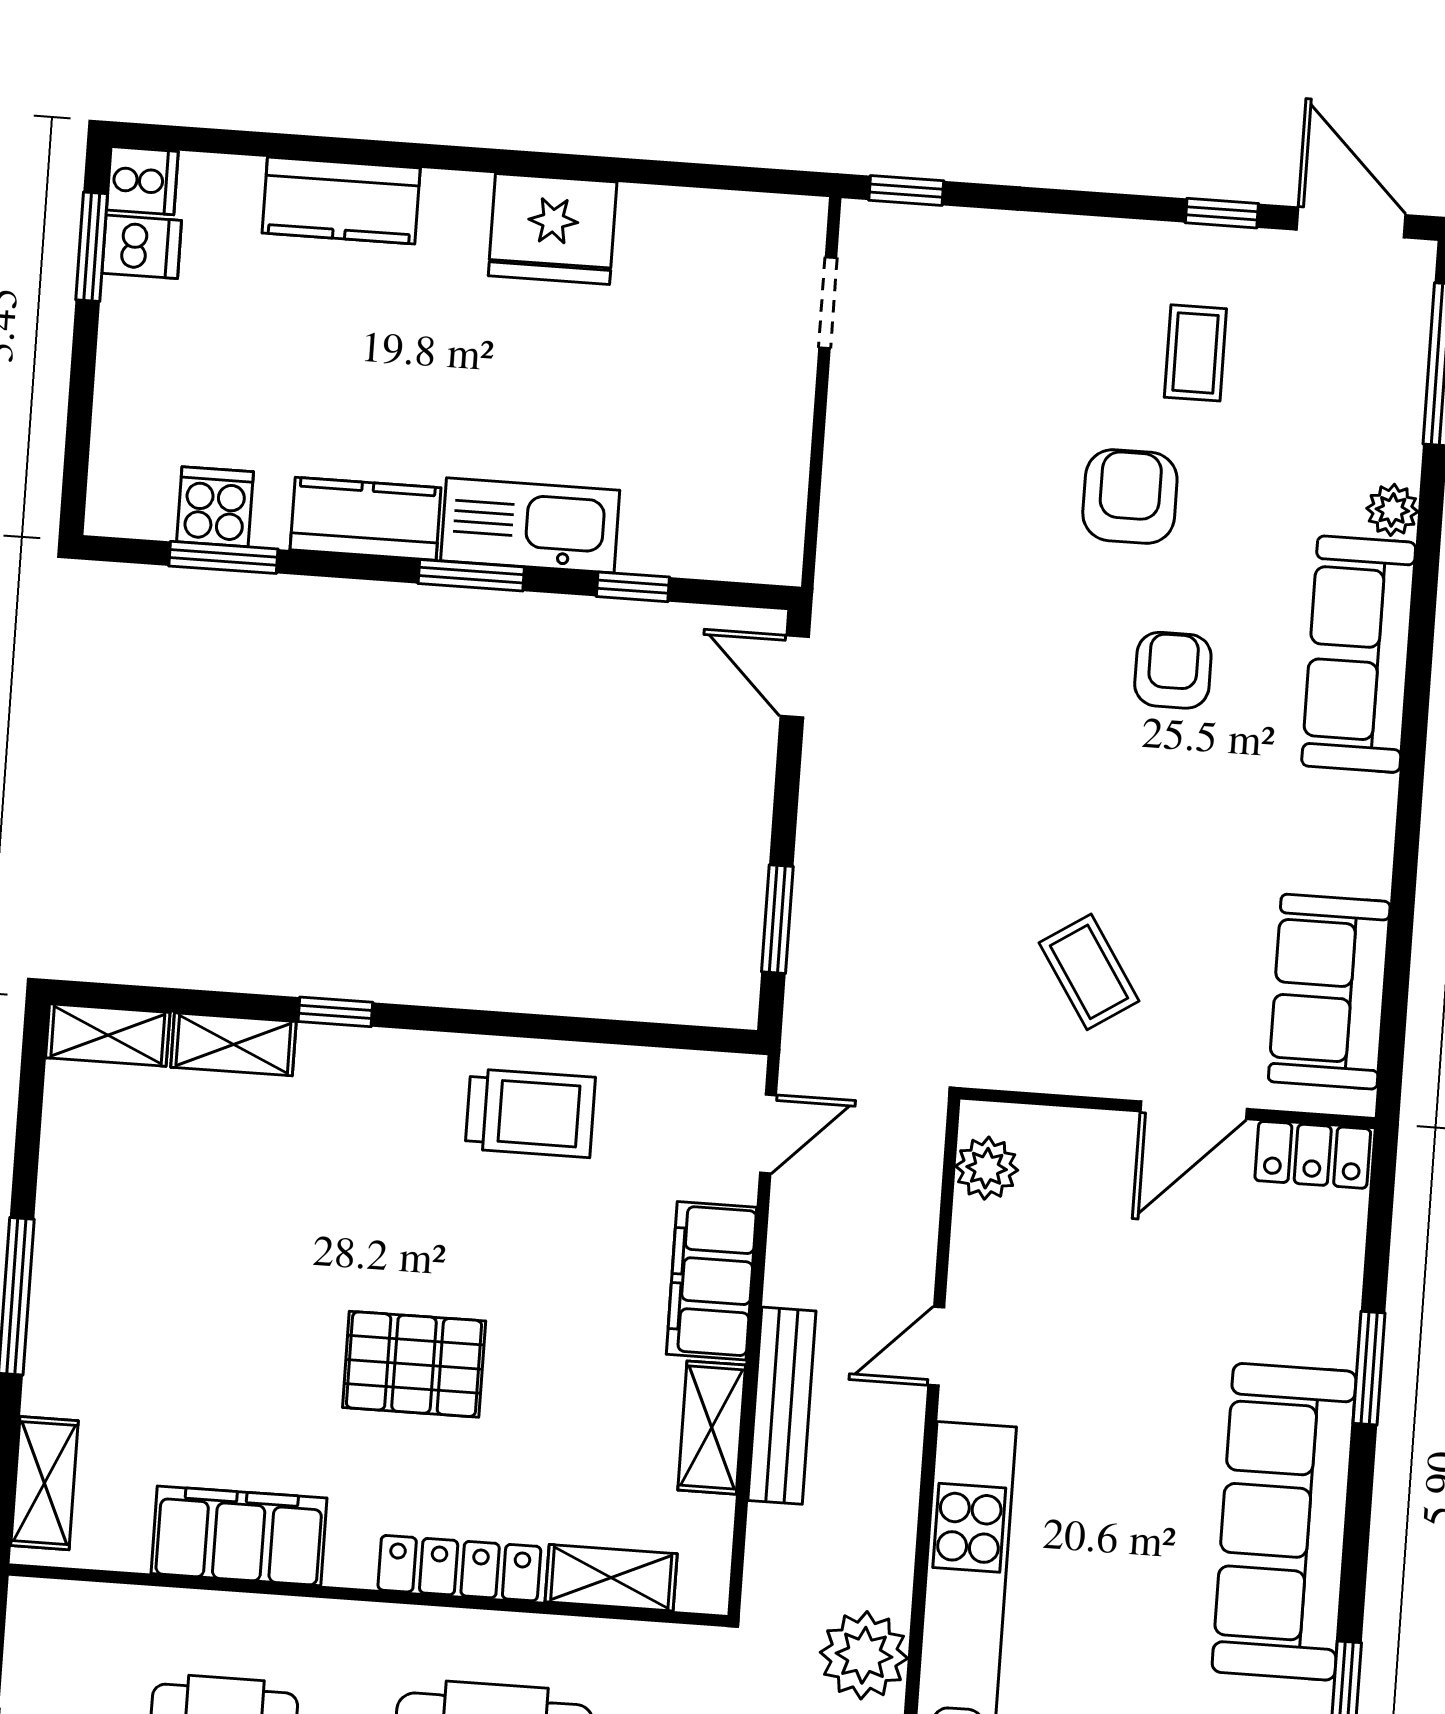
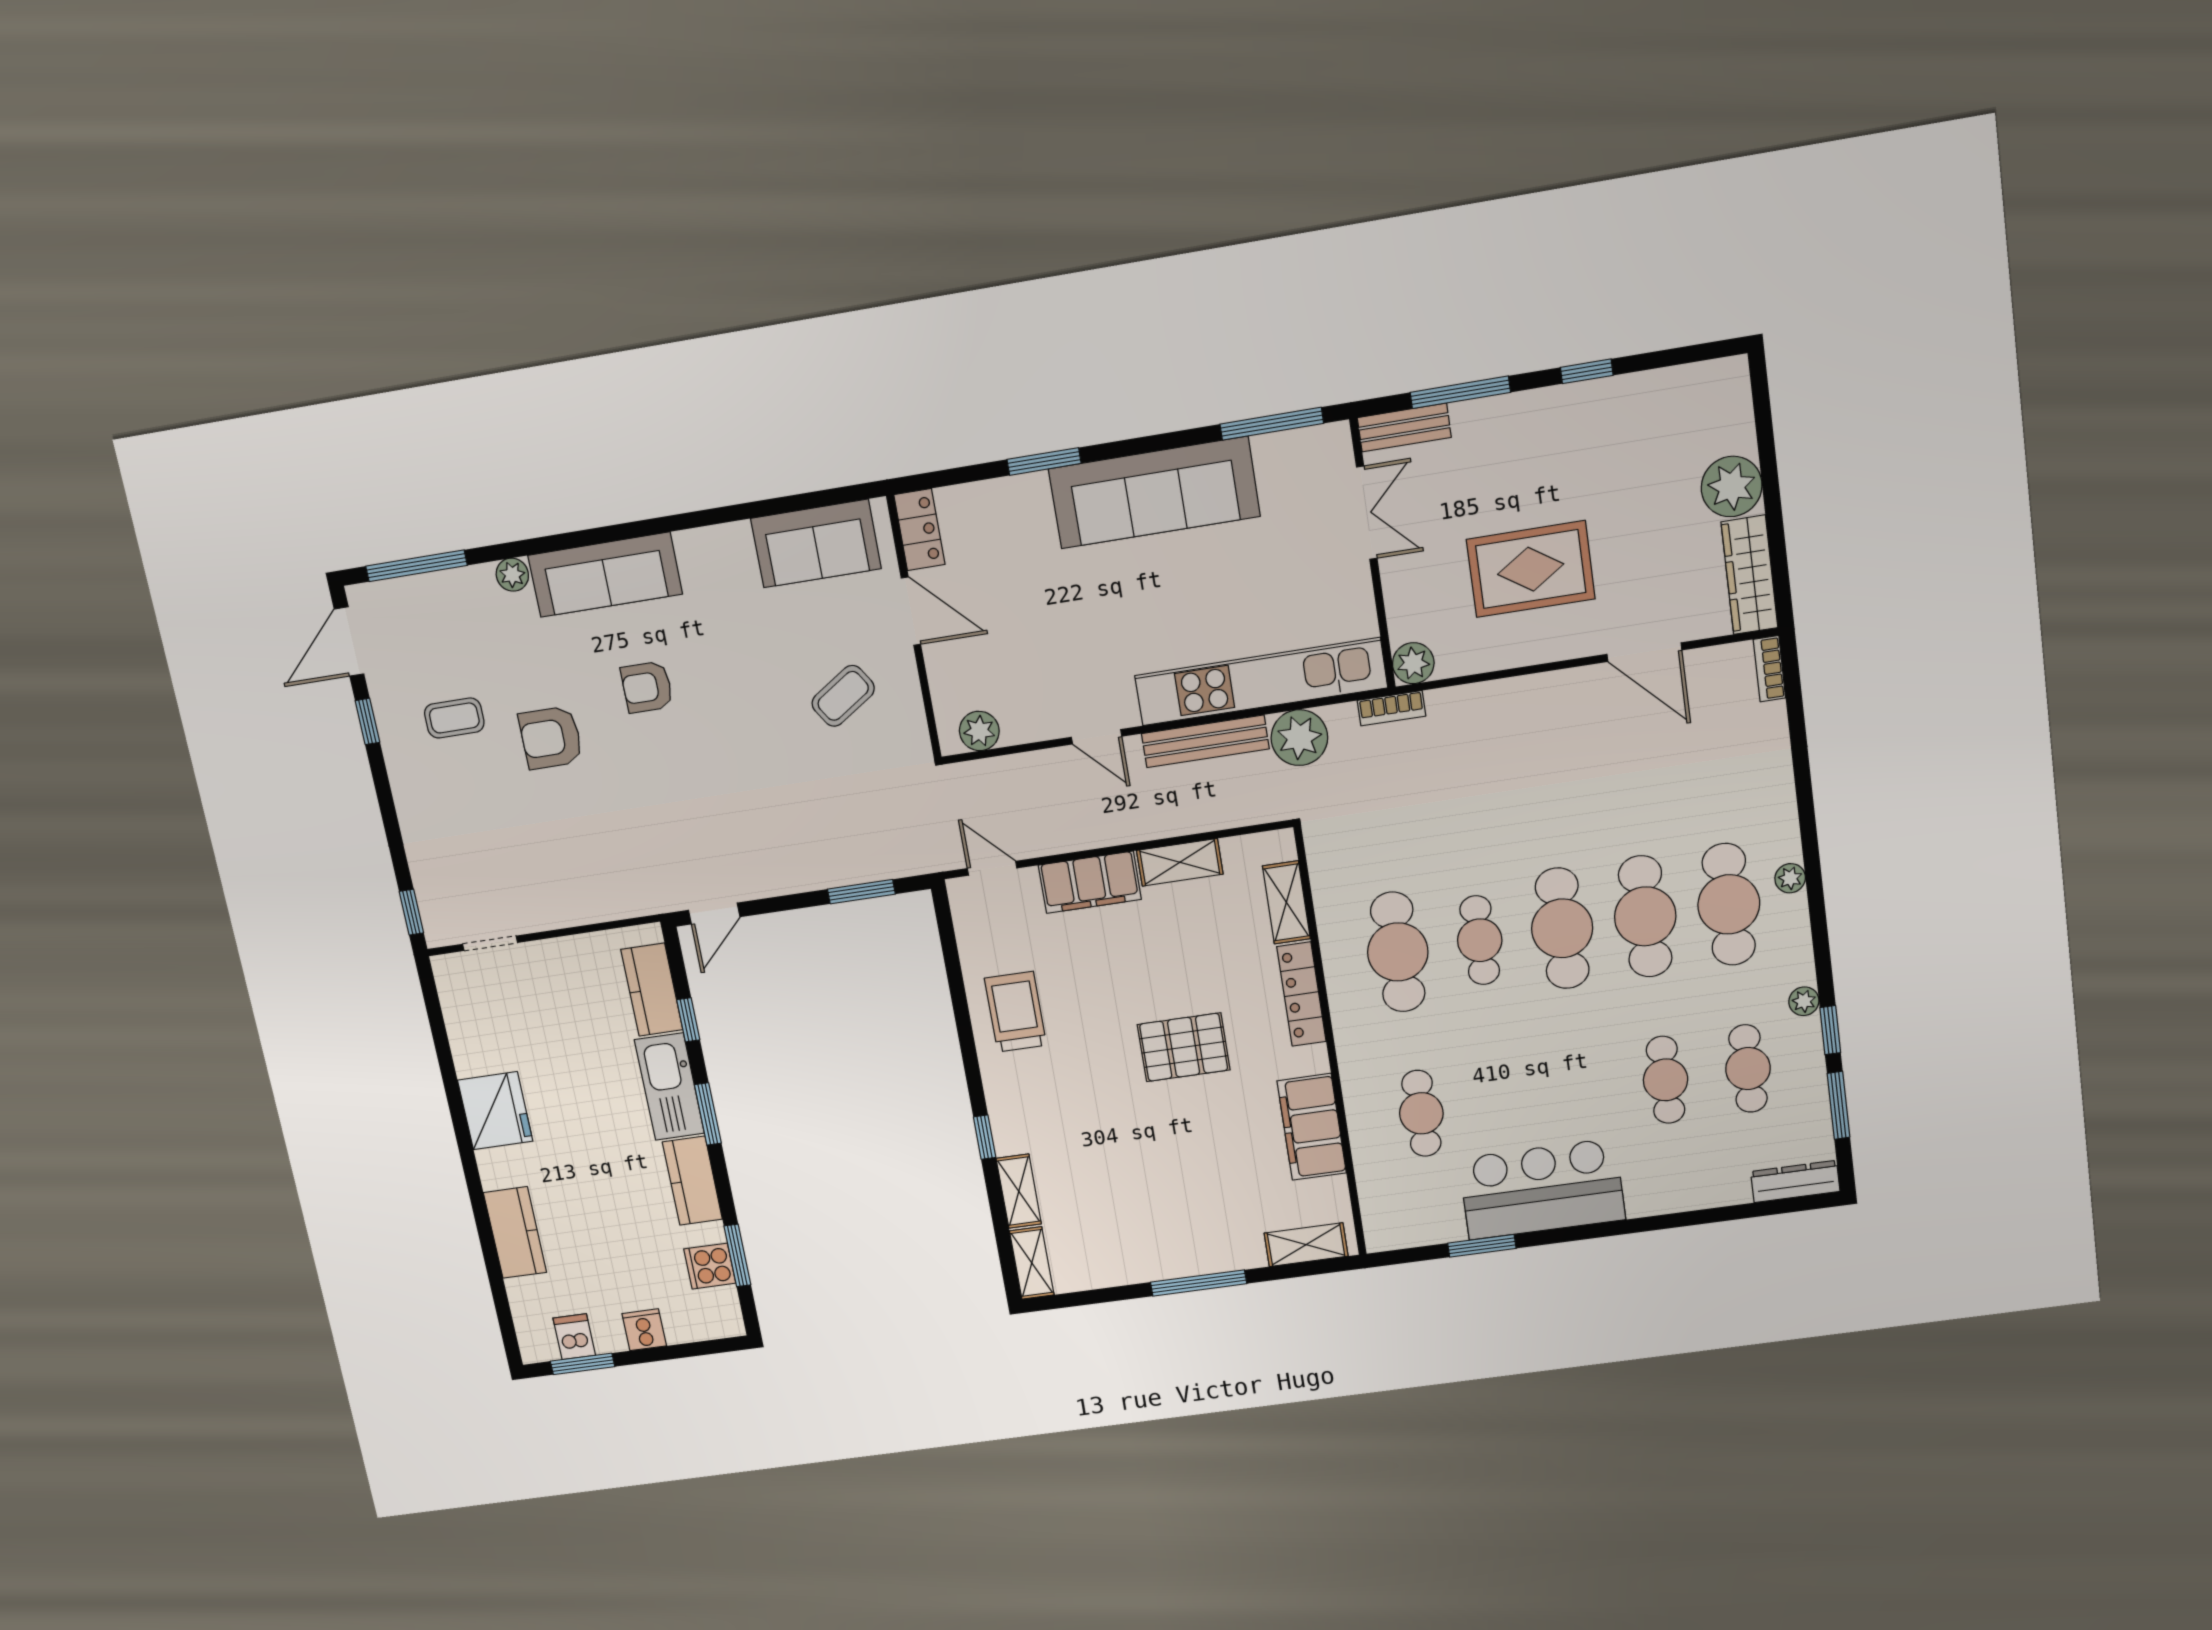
cooker: (142, 181) -> (644, 1330), moved
kitchen counter: (695, 542) -> (652, 990), added
pallet: (414, 1364) -> (1184, 1047), turned 90
bench: (782, 1406) -> (1205, 741), moved

